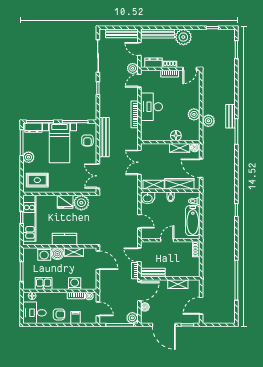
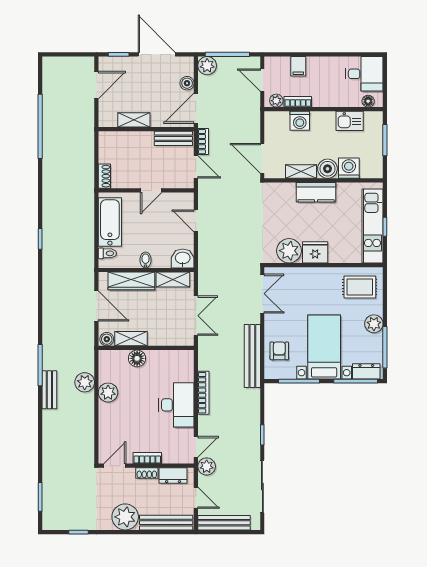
armchair: (59, 314) -> (325, 71), removed

